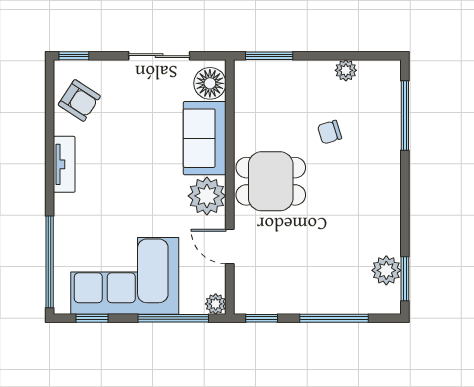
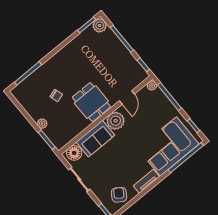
plant: (346, 70) -> (42, 124), moved
plant: (386, 270) -> (100, 25), moved
corner sofa: (125, 276) -> (168, 146), moved, turned 90

